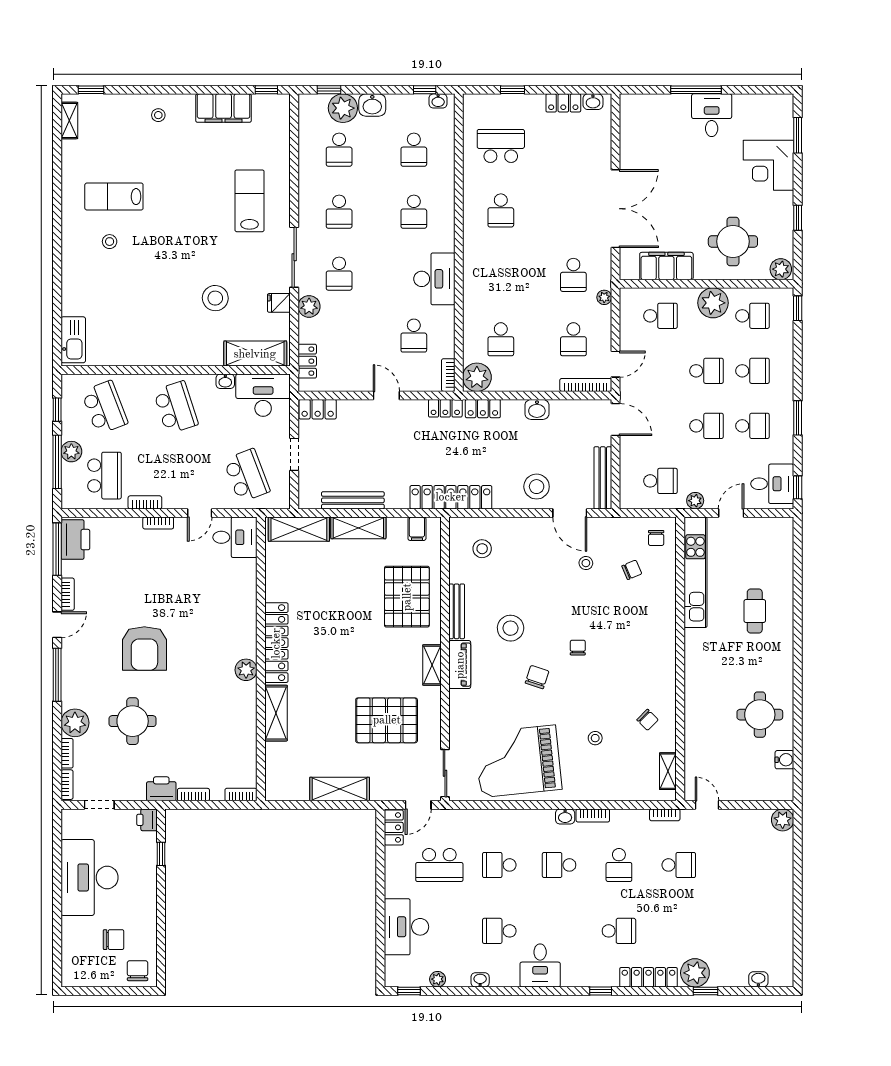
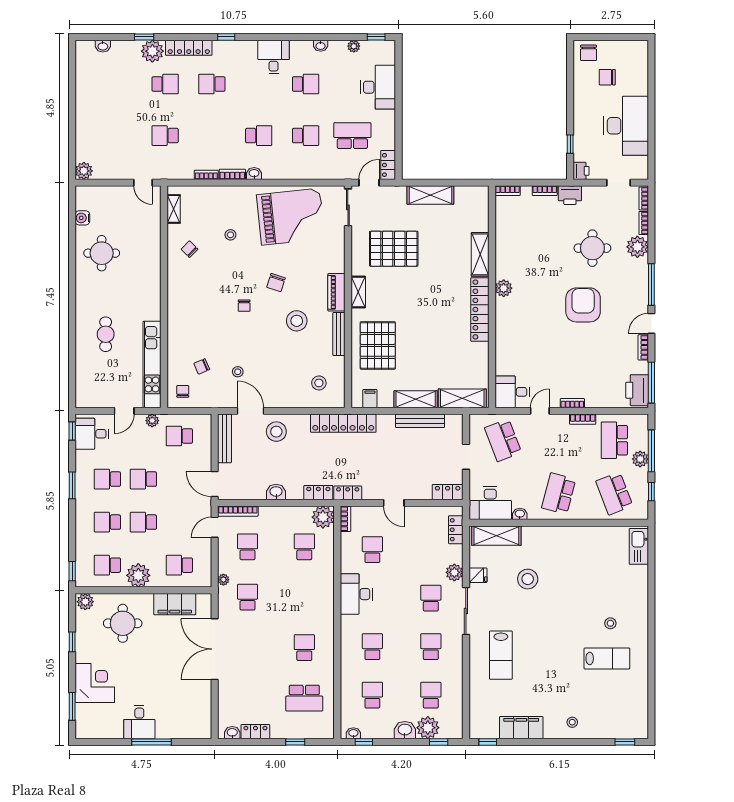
shelving: (69, 120) -> (642, 718), removed
school desk: (176, 407) -> (559, 494), turned 33
bookcase: (665, 815) -> (206, 175), moved
school desk: (619, 865) -> (165, 84), moved, turned 90

